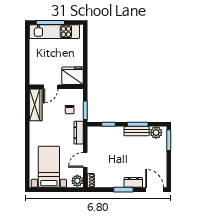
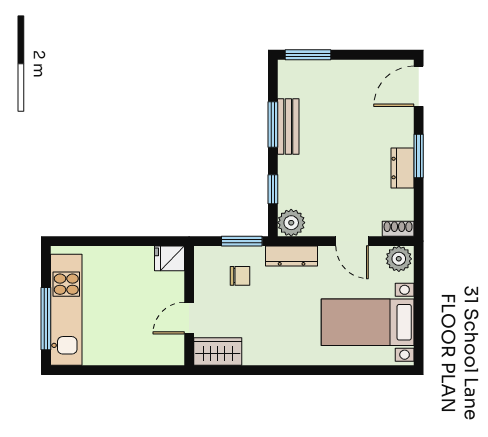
fridge: (73, 76) -> (170, 258), width x0.53, depth x0.75
door: (51, 87) -> (189, 318), swing flipped
wardrobe: (36, 105) -> (218, 352), width x0.67
plant: (156, 133) -> (291, 223), moved
dresser: (133, 182) -> (402, 168), moved

